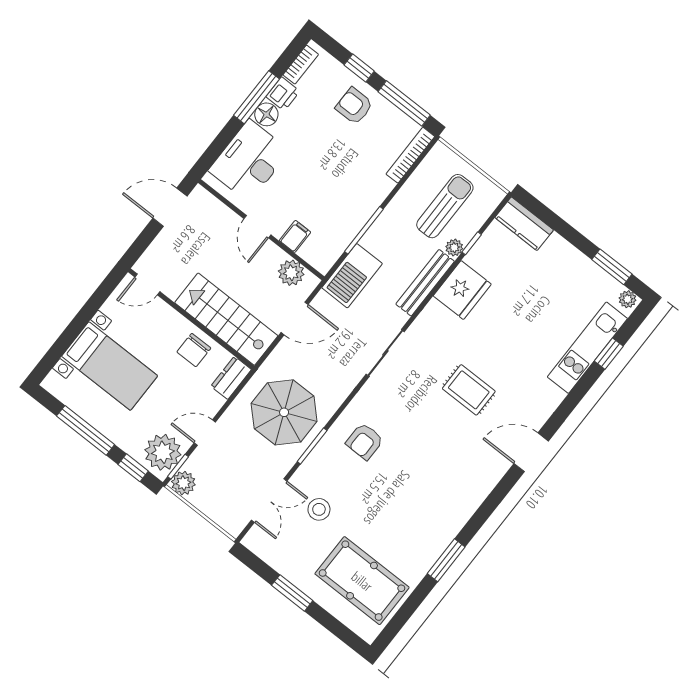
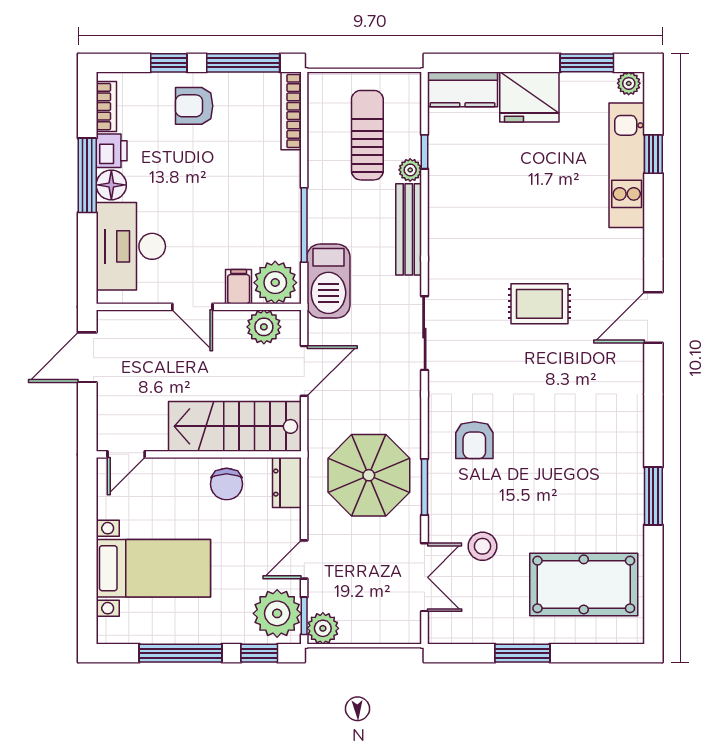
plant: (319, 251) -> (275, 283), added
fridge: (462, 290) -> (529, 97), moved, turned 90

